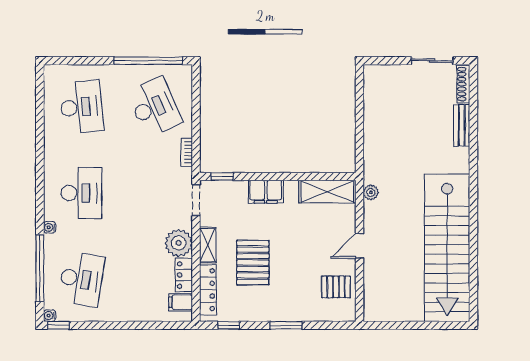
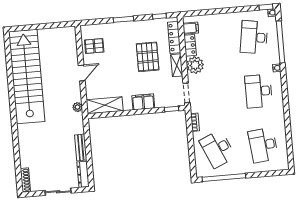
sliding door: (432, 61) -> (58, 192), moved
dresser: (371, 85) -> (83, 174), added
bench: (462, 125) -> (81, 147), moved

